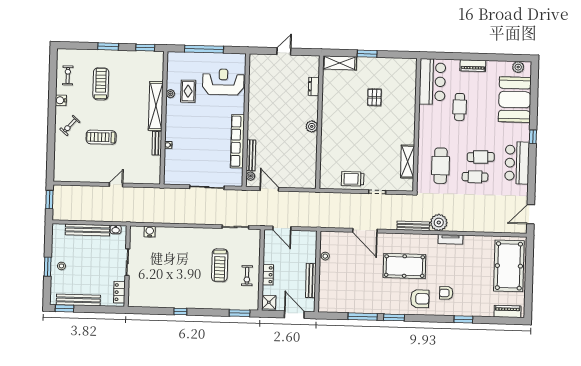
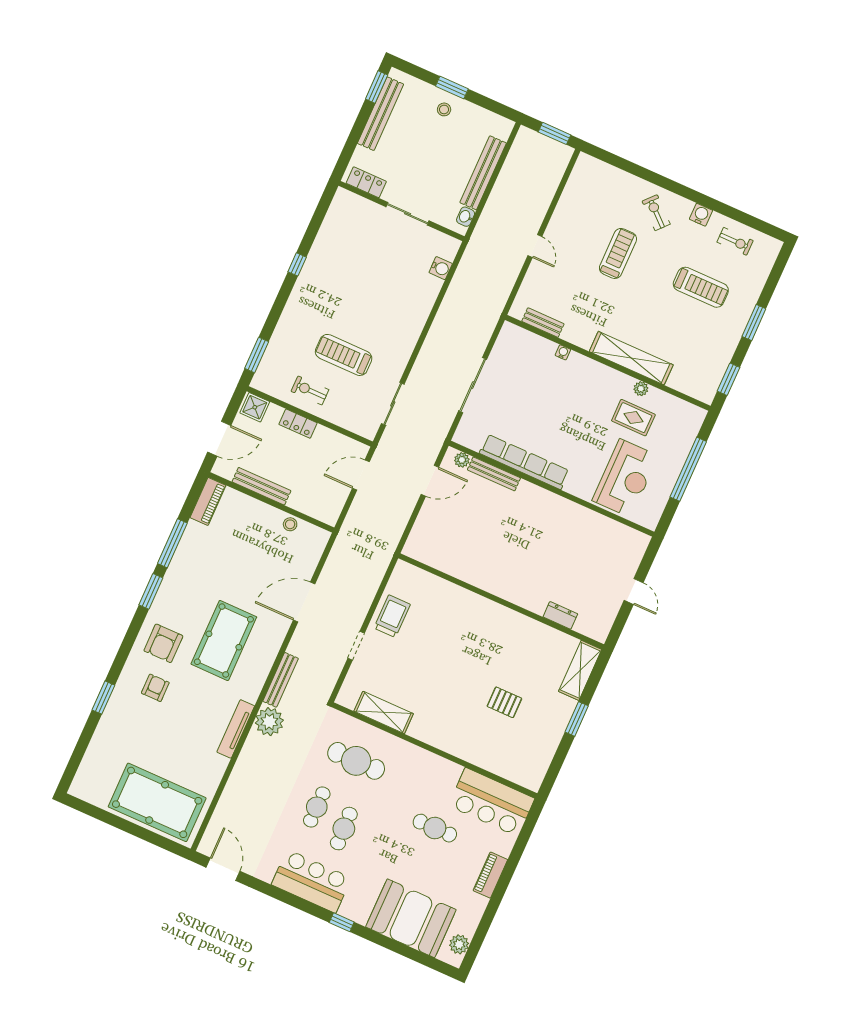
plant: (312, 126) -> (500, 587), removed
bench: (157, 143) -> (543, 323), moved
tv unit: (450, 239) -> (236, 729), width x1.41
piano: (508, 311) -> (208, 501), moved

